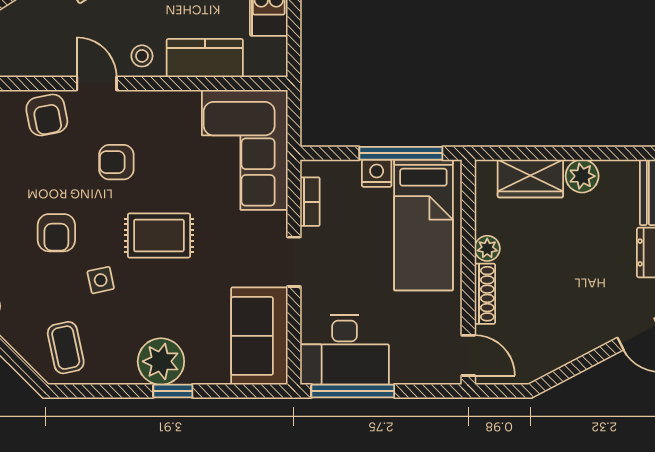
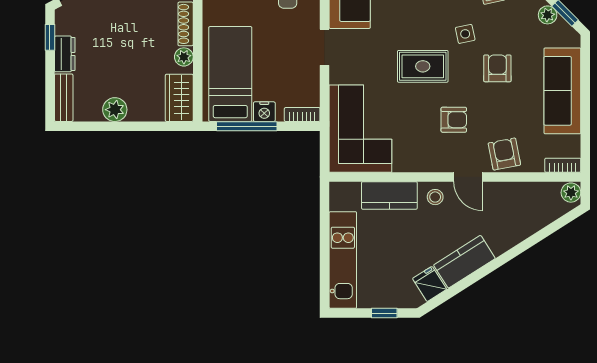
wardrobe: (530, 179) -> (179, 98), moved, turned -90
bookcase: (310, 202) -> (302, 114), moved, turned 90

